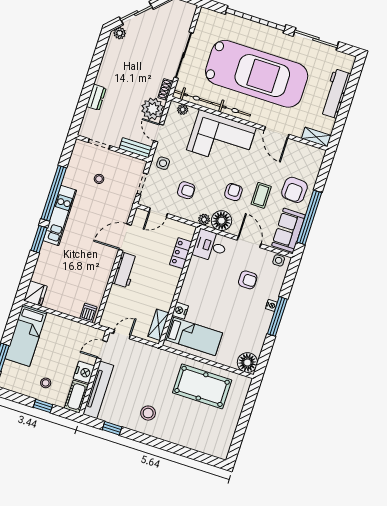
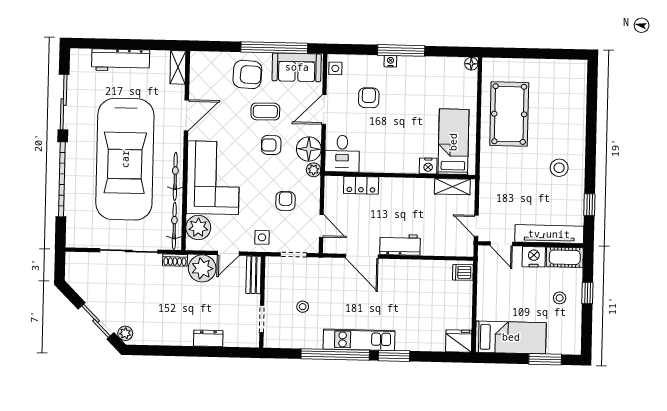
car: (257, 74) -> (125, 159), turned 180
plant: (183, 109) -> (198, 228), width x1.87, depth x1.87
floor lamp: (247, 363) -> (471, 64), width x0.53, depth x0.53

